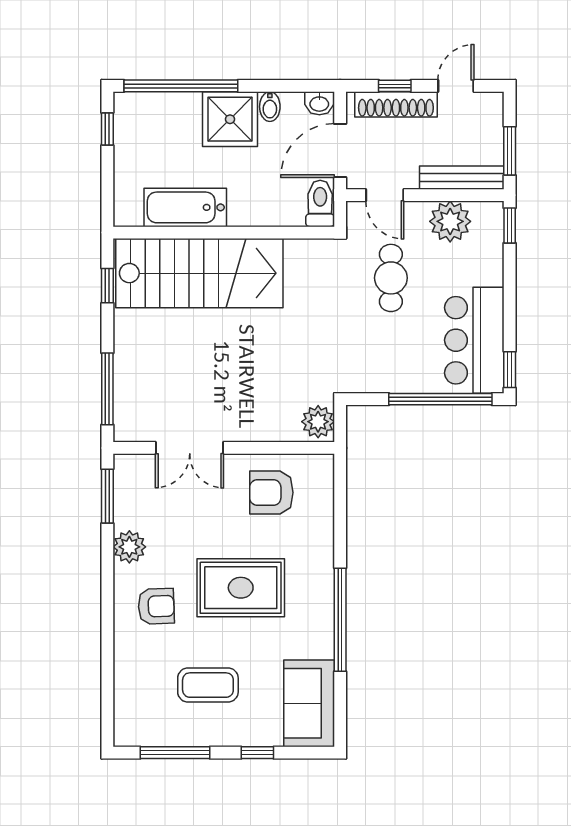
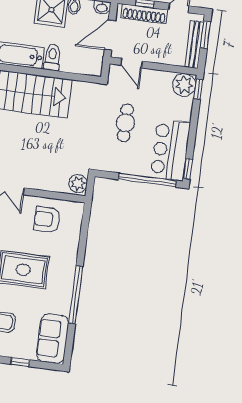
window: (510, 151) -> (205, 35), moved
bench: (462, 178) -> (194, 44), moved, turned 90
toilet: (320, 203) -> (52, 57), moved
plant: (450, 221) -> (184, 85), moved
cafe table: (391, 278) -> (125, 123), moved

